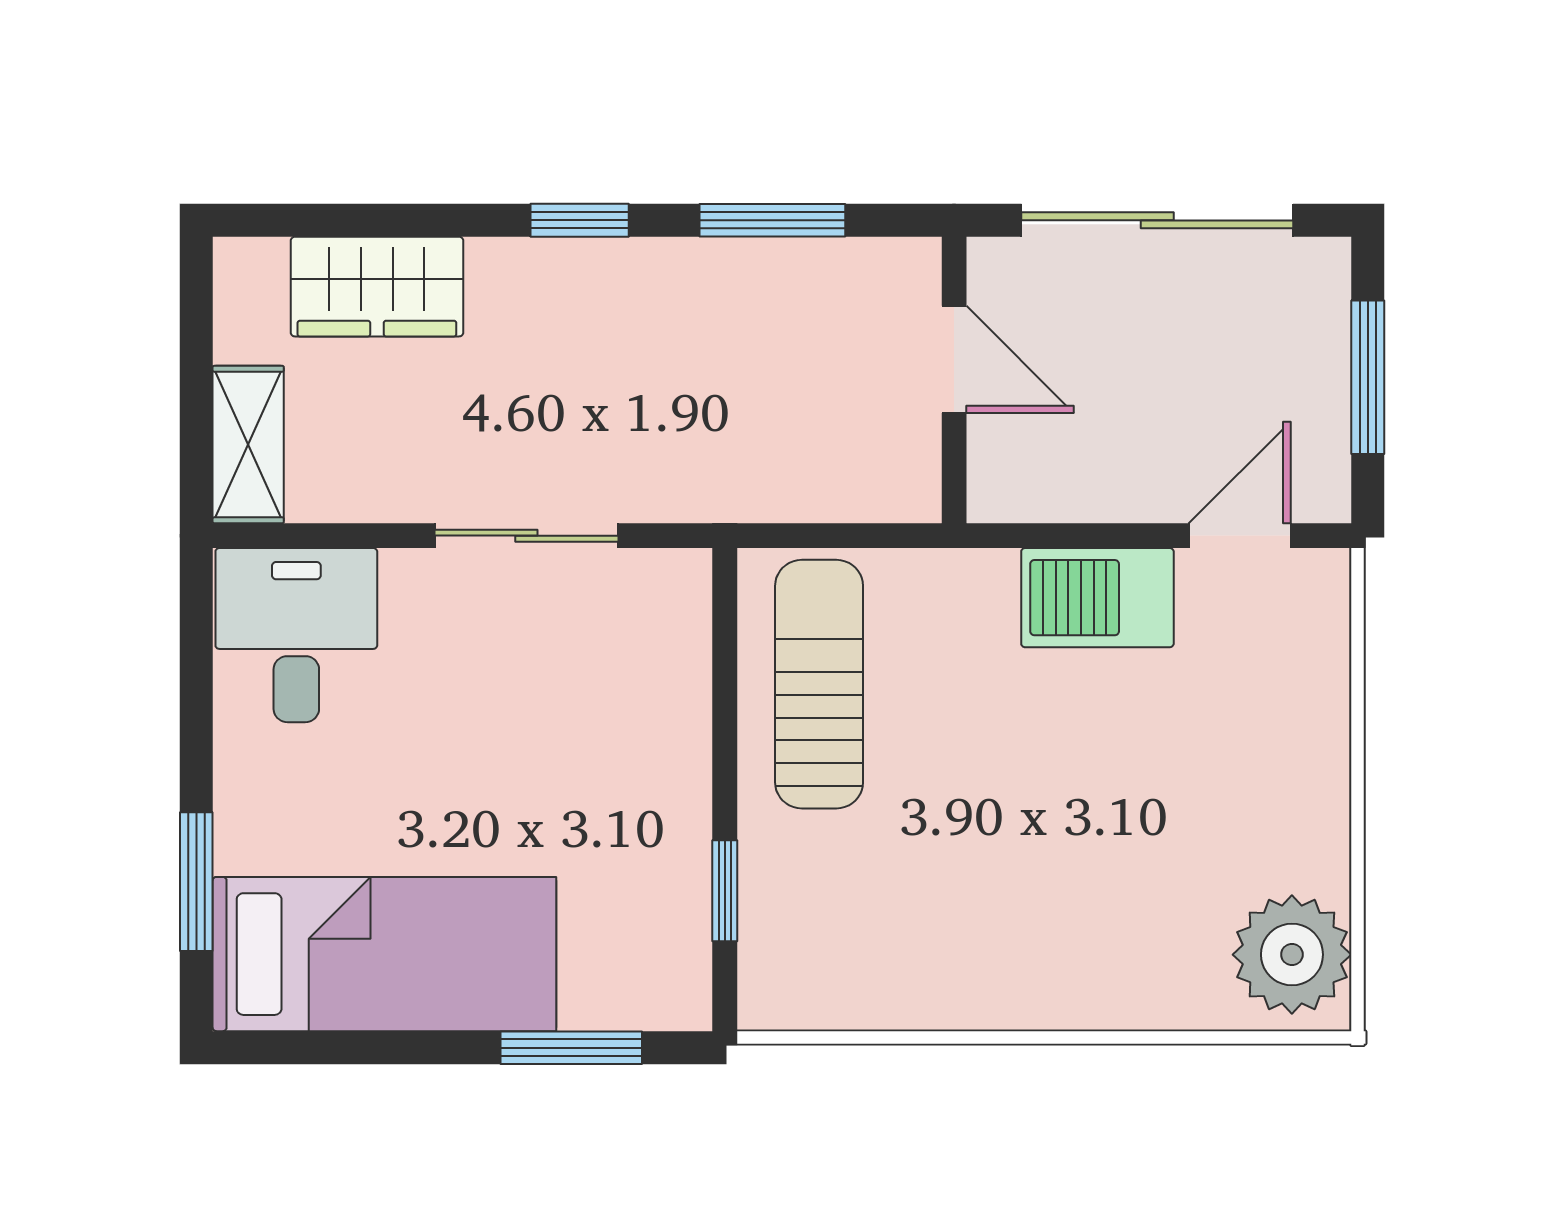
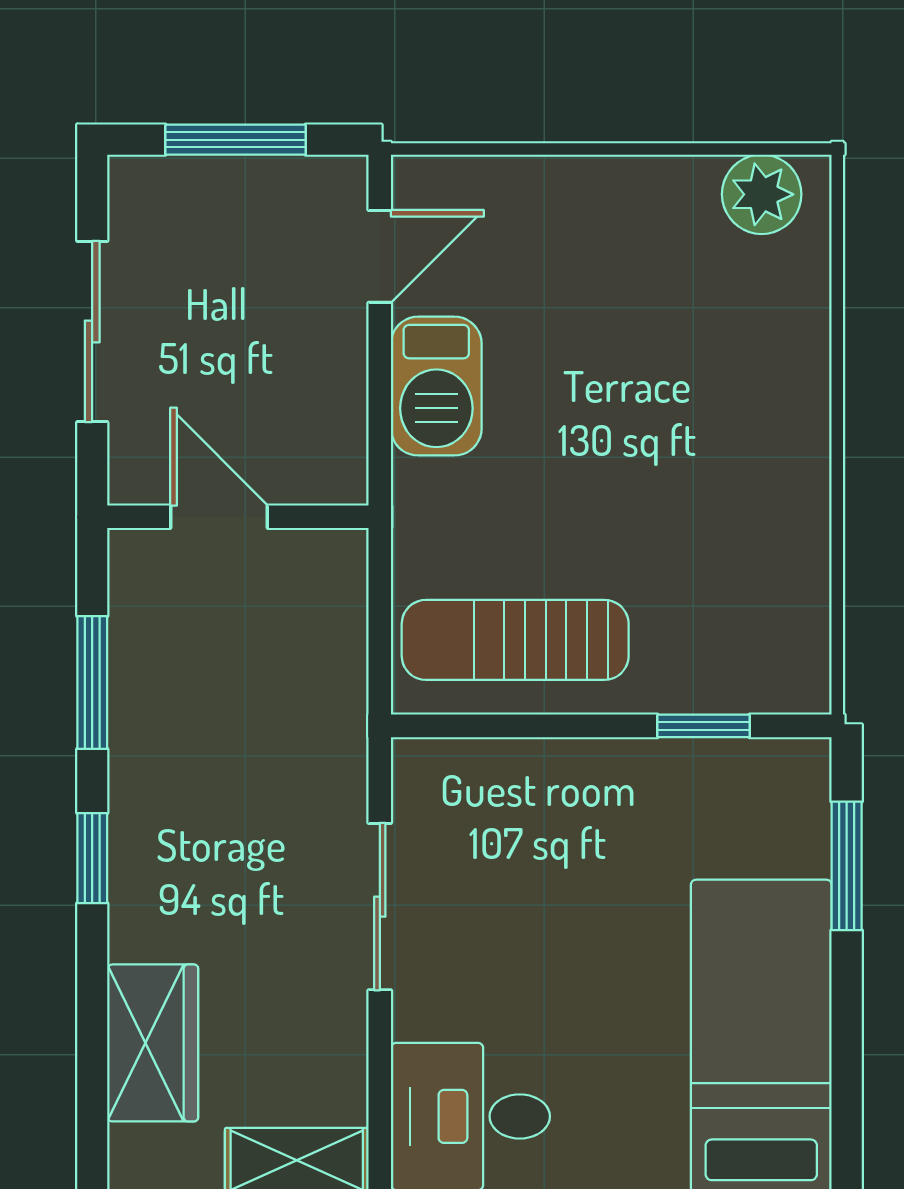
sliding door: (1157, 220) -> (92, 331), width x0.73
door: (954, 359) -> (219, 517), hinge flipped
door: (1240, 536) -> (380, 256), swing flipped
plant: (1292, 955) -> (762, 194), width x0.73, depth x0.73

